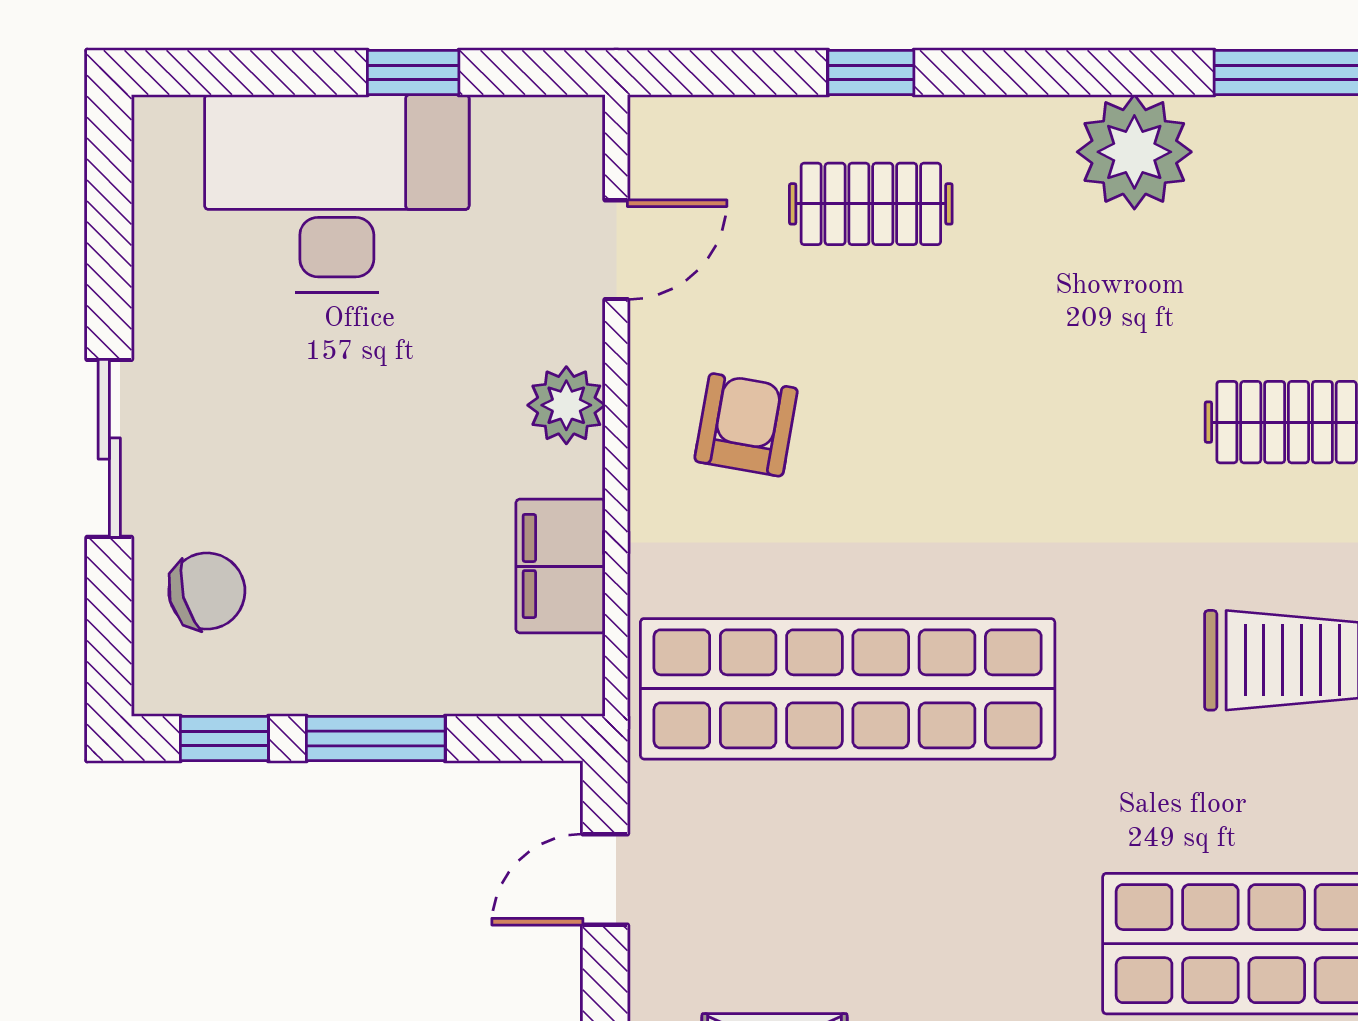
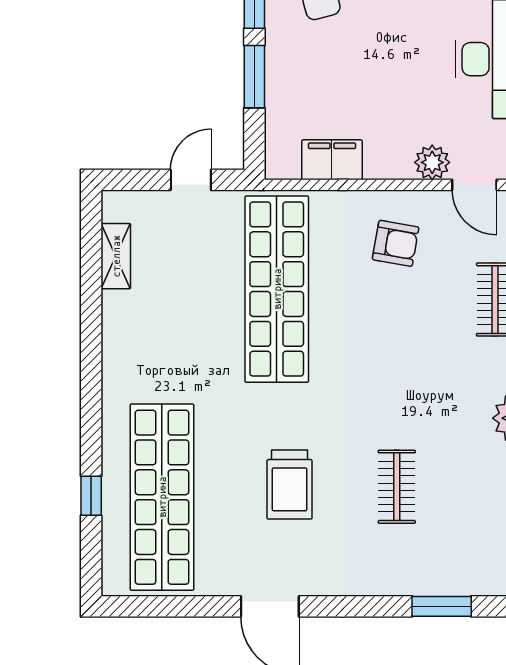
plant: (566, 405) -> (432, 162), moved
door: (605, 880) -> (191, 180), hinge flipped

